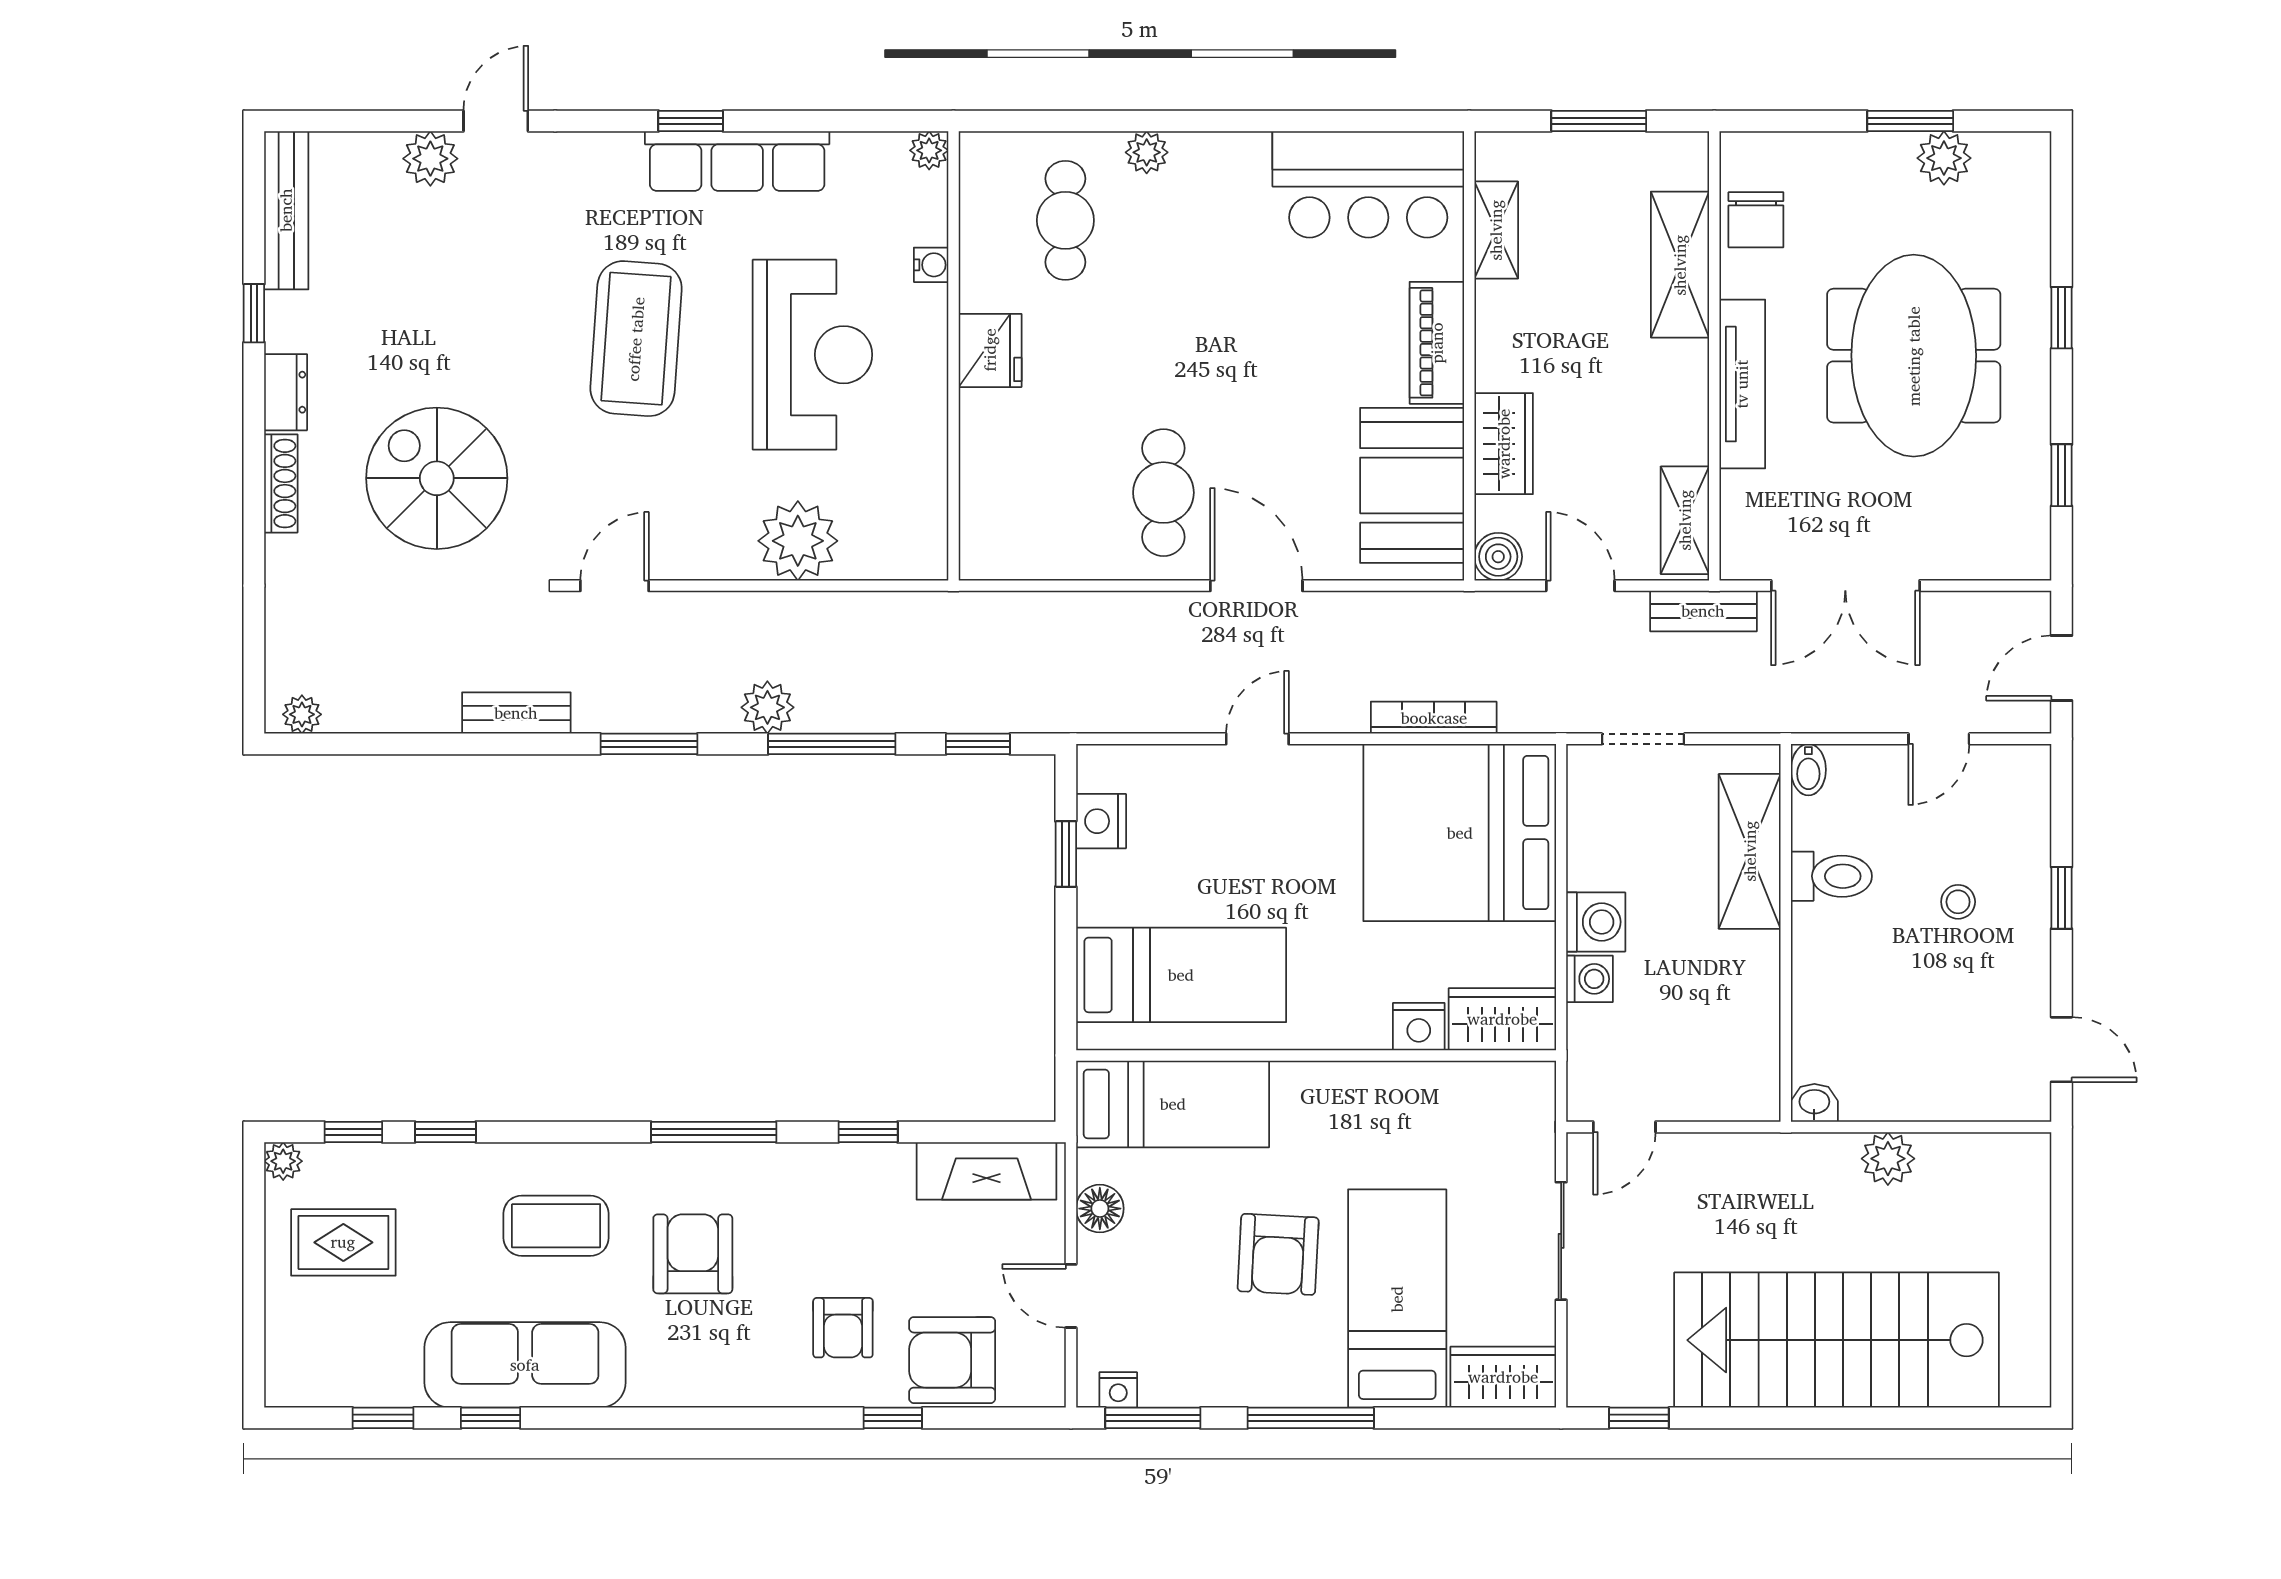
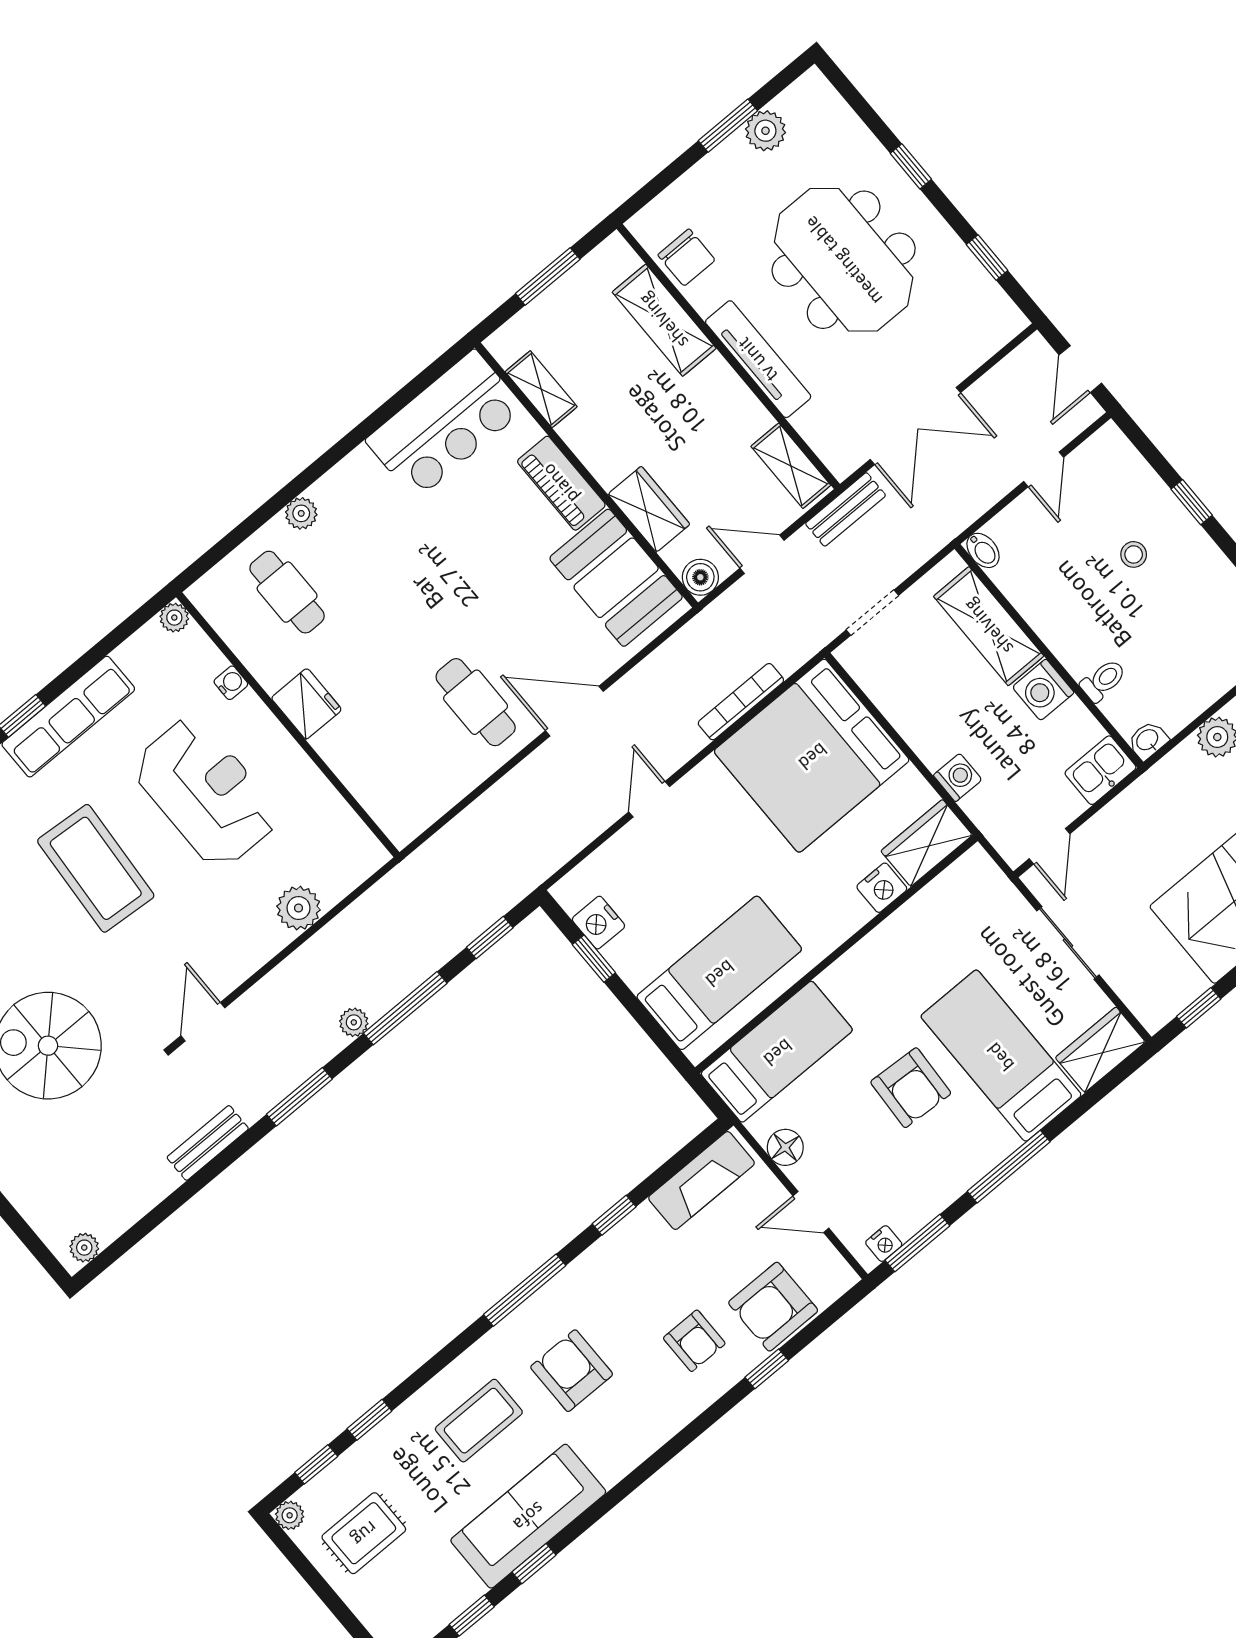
plant: (798, 541) -> (299, 908), width x0.73, depth x0.73
plant: (767, 707) -> (354, 1022), width x0.73, depth x0.73
toilet: (1831, 876) -> (1103, 680), moved, width x0.73, depth x0.72
washing machine: (1596, 922) -> (1043, 690), moved, turned 180
kitchen sink: (1741, 1093) -> (1100, 770), added

